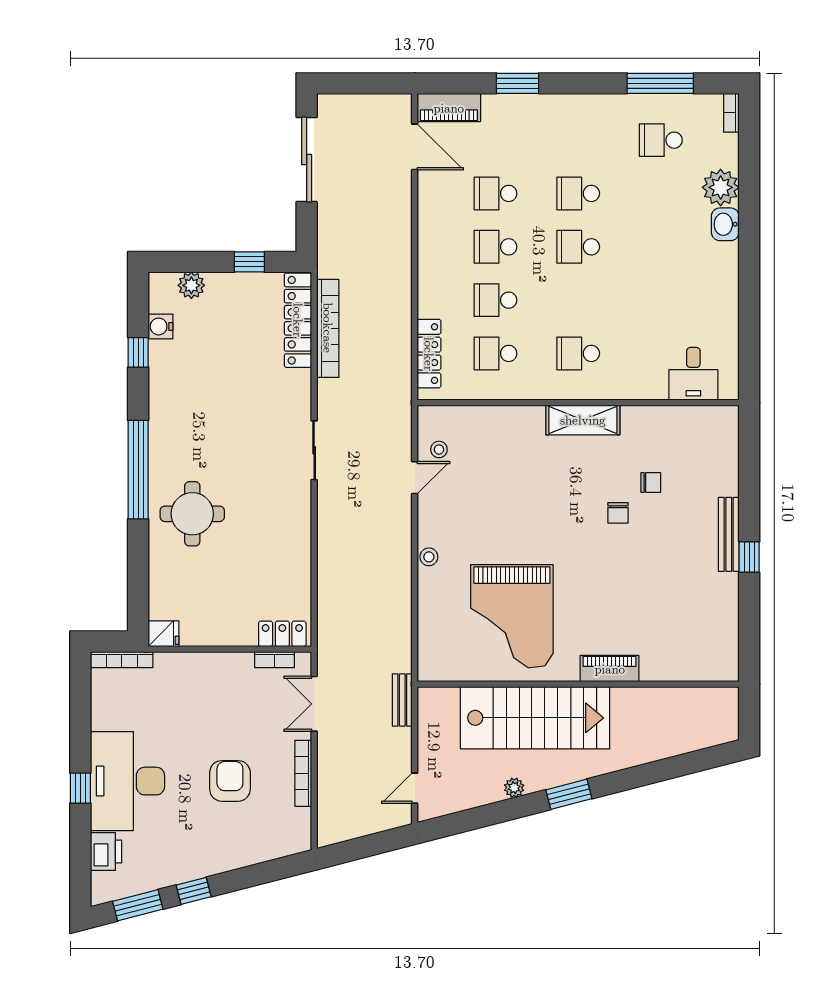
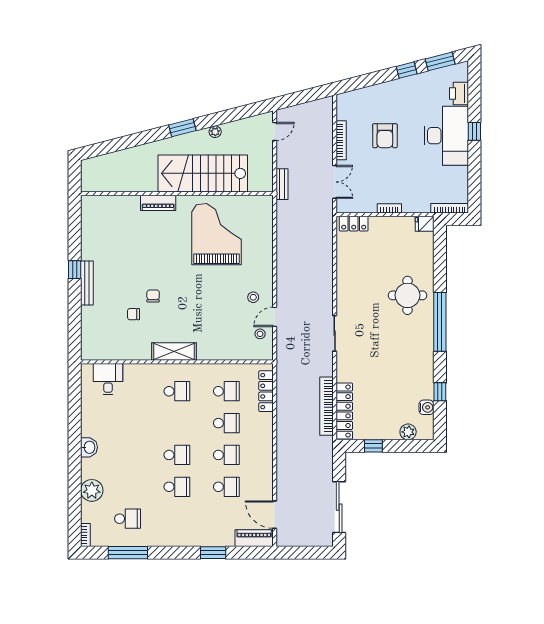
washbasin: (725, 224) -> (89, 447), moved
stool: (429, 557) -> (253, 297), moved
bookcase: (274, 660) -> (389, 208), moved

